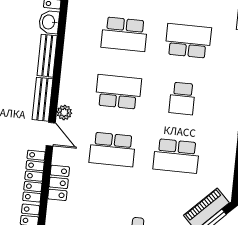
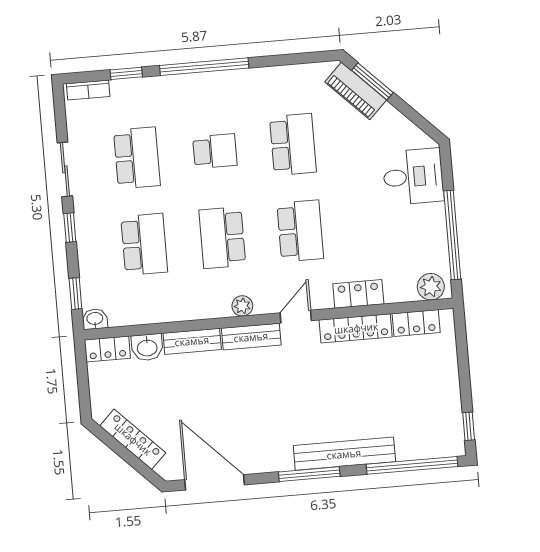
school desk: (188, 41) -> (137, 158), turned 180
plant: (64, 113) -> (242, 306), moved

